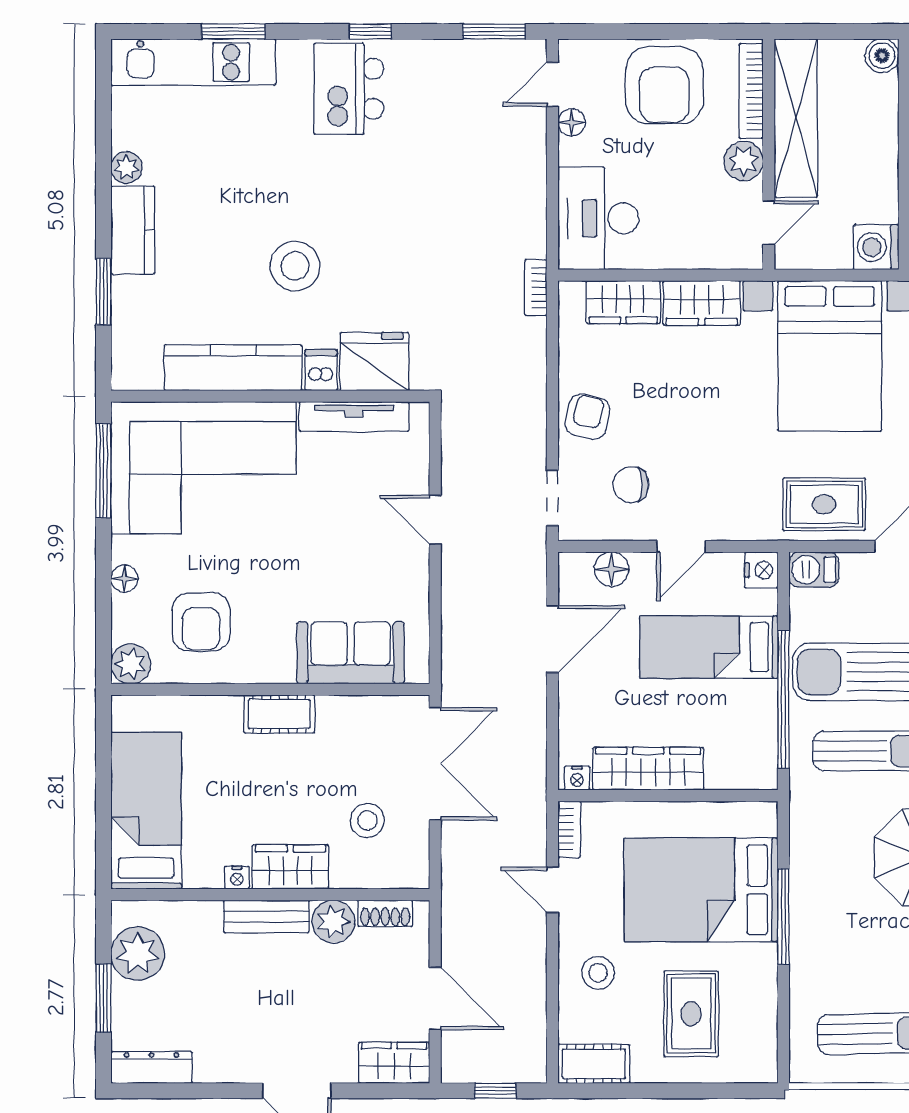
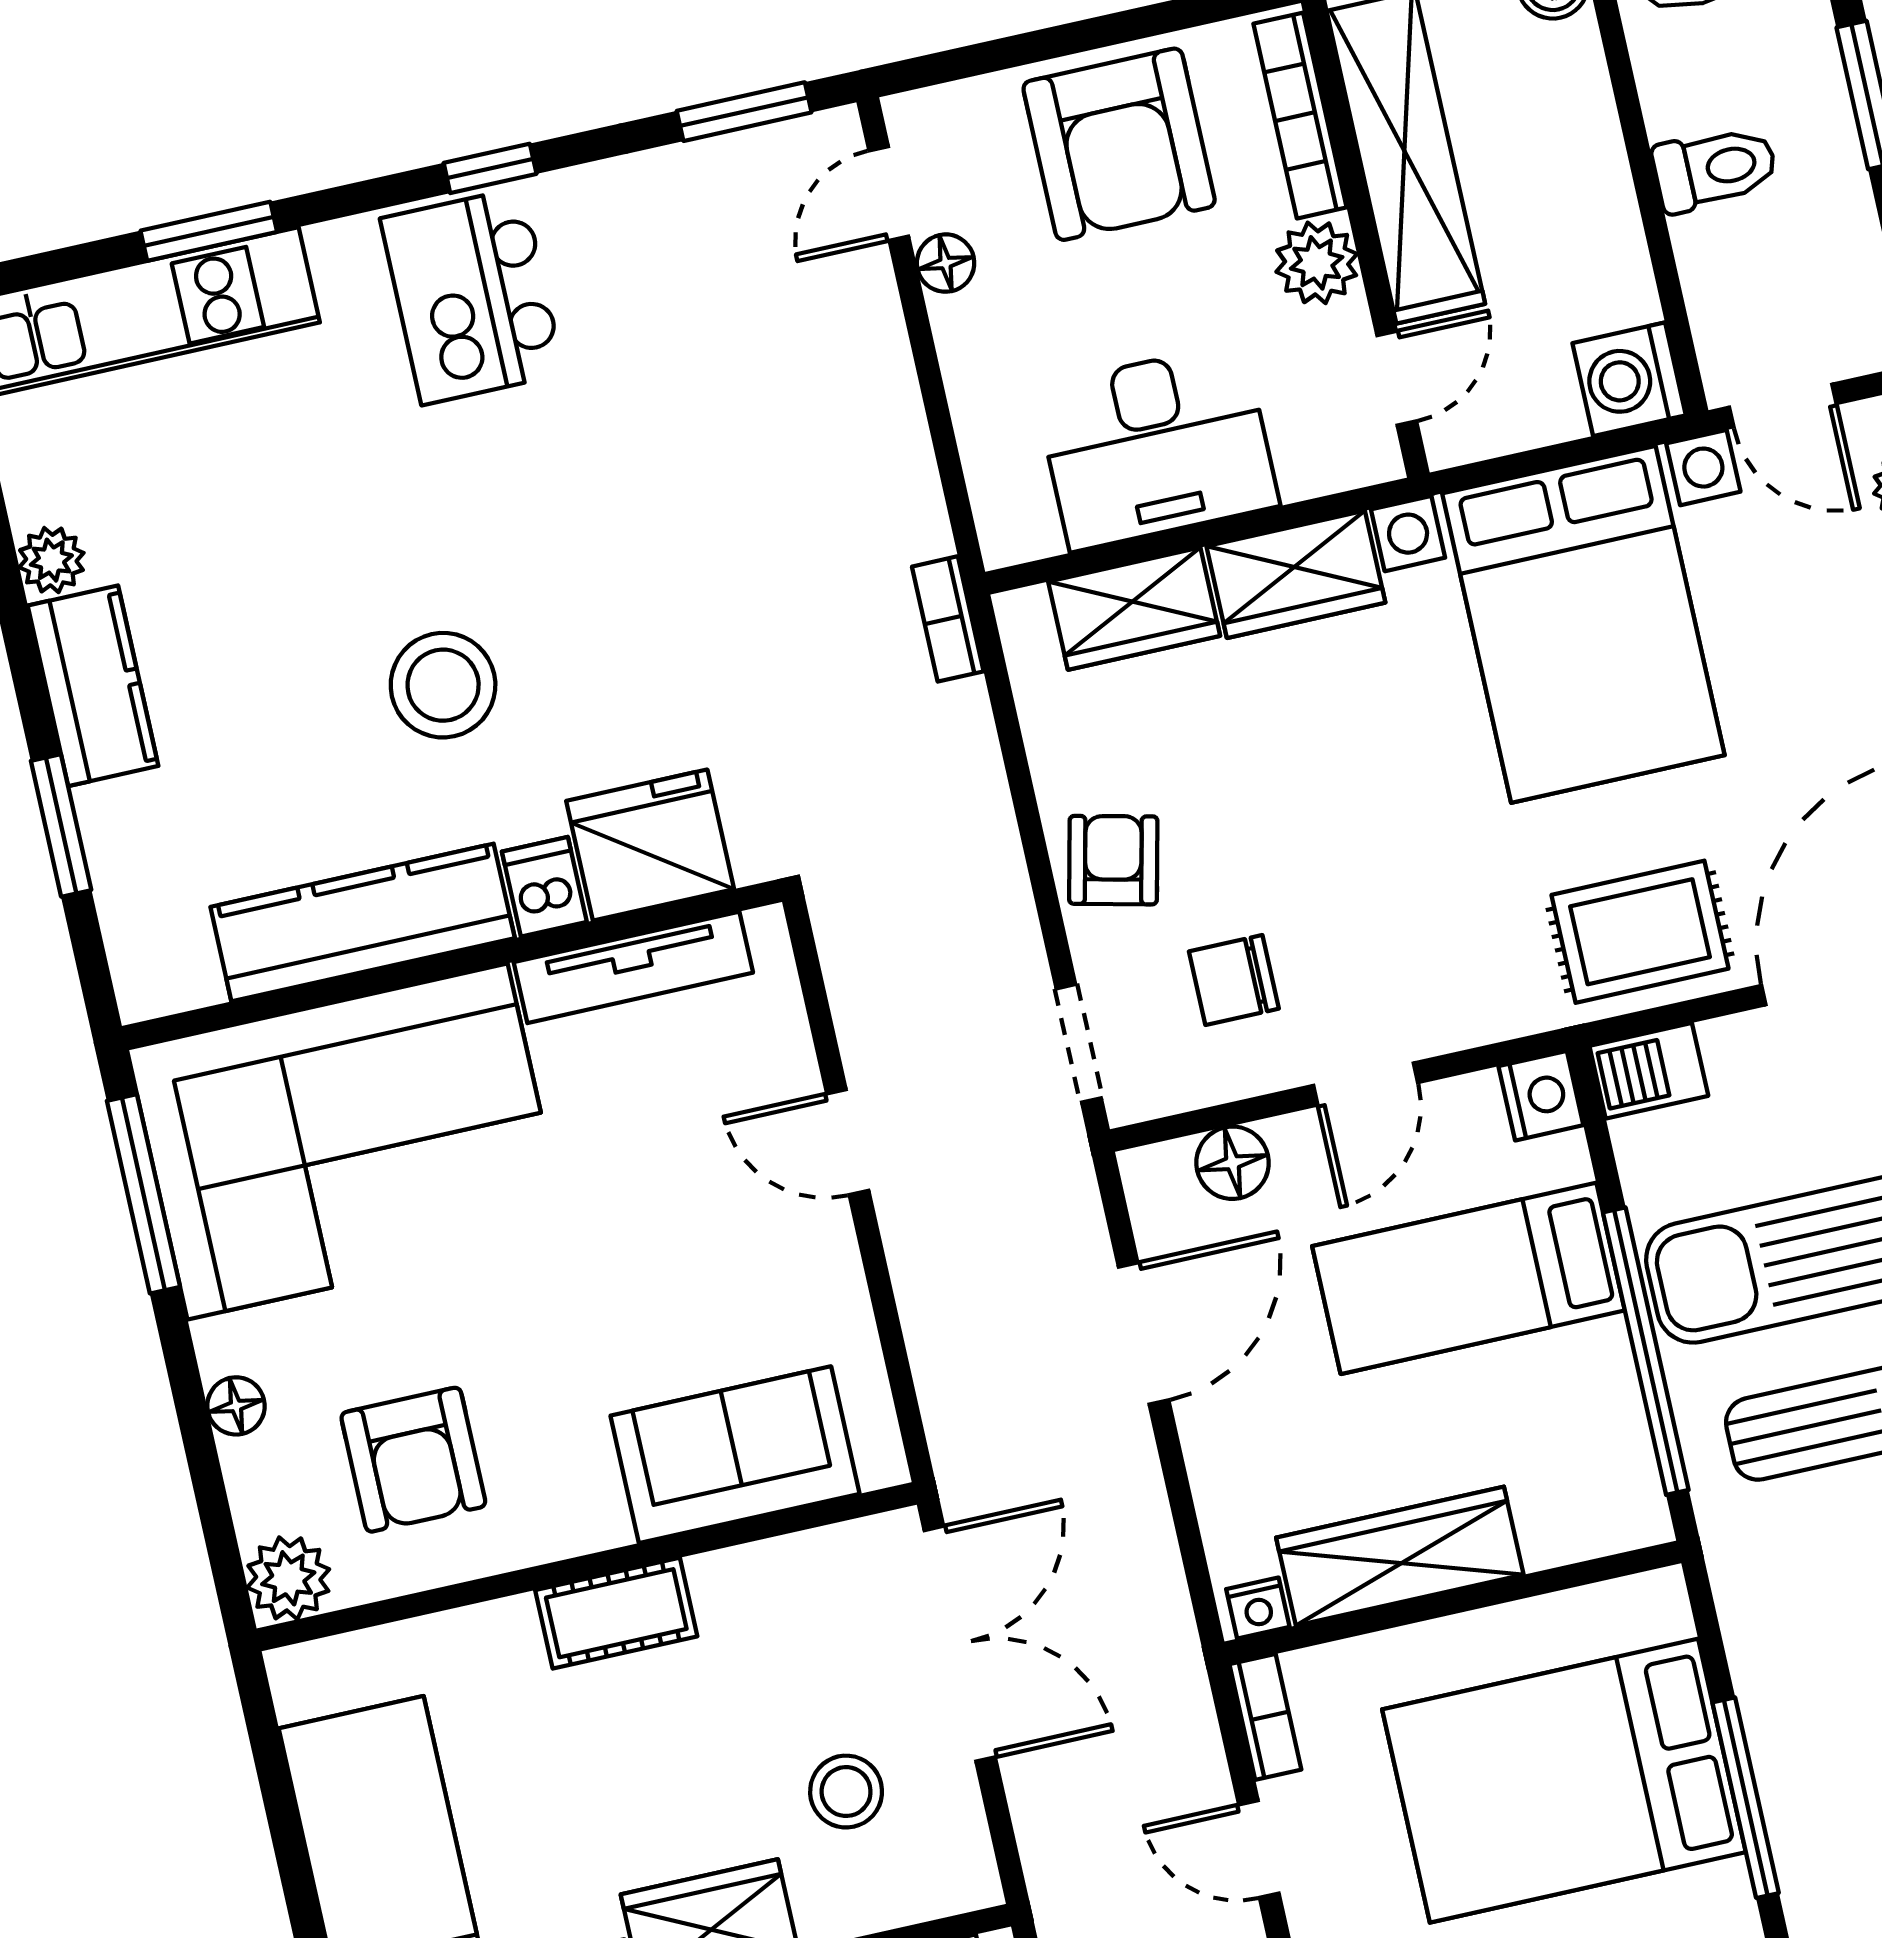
desk: (598, 218) -> (1157, 447), moved, turned -90

